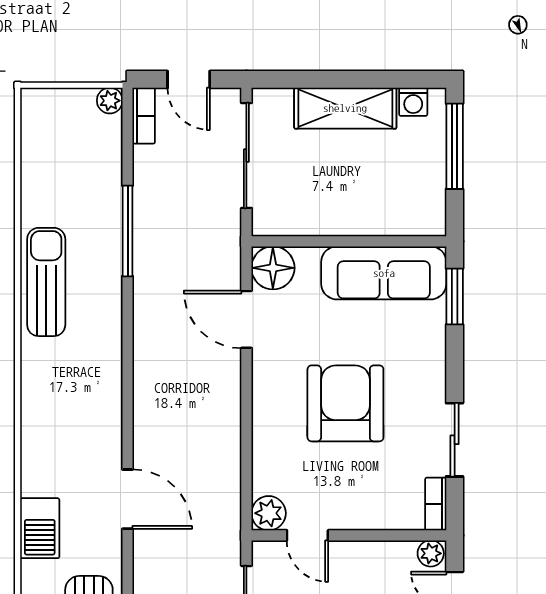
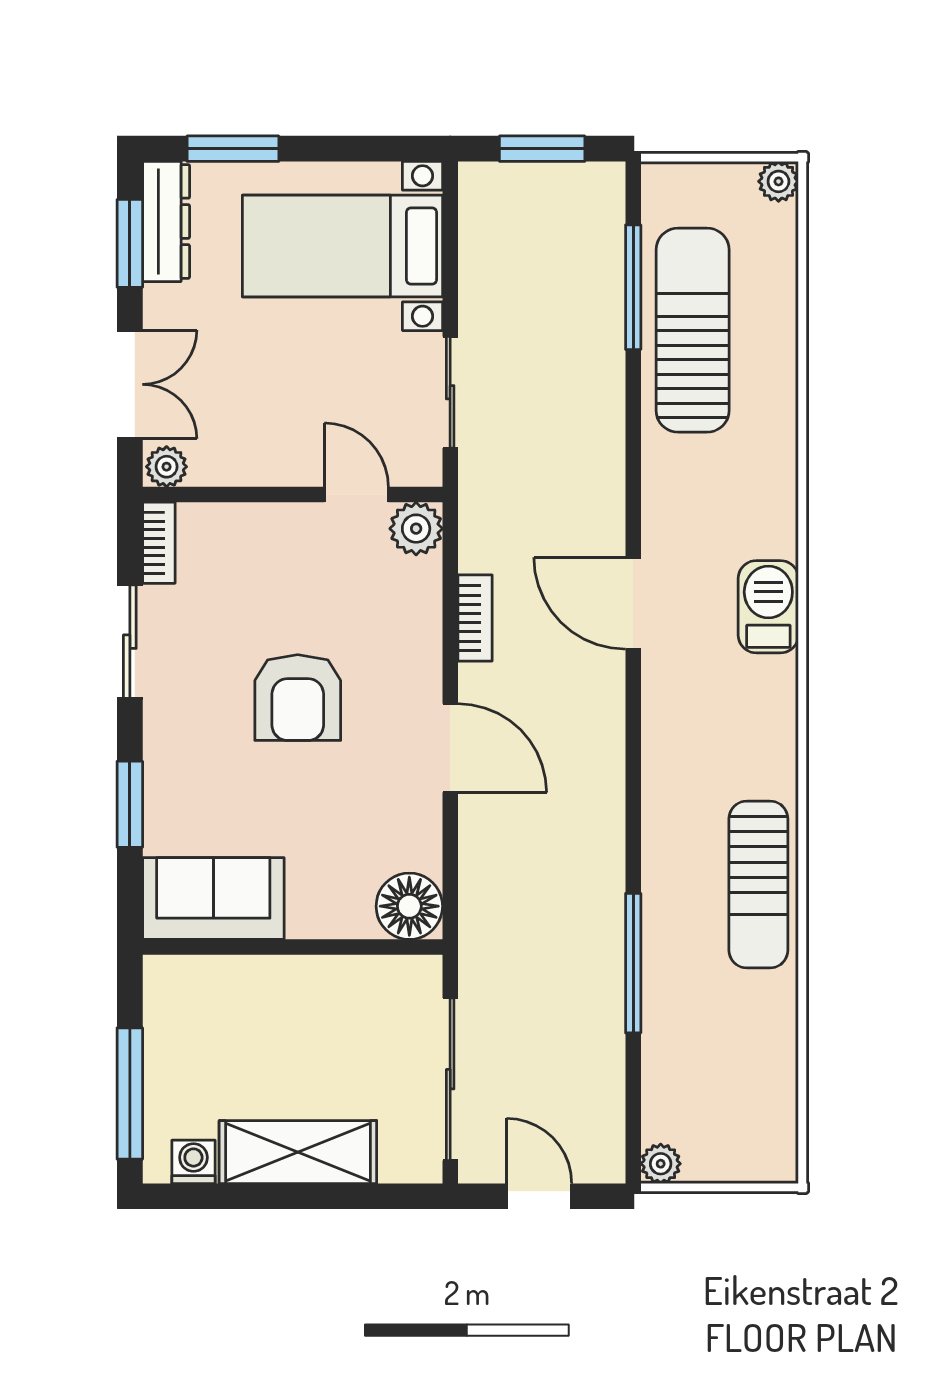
bookcase: (144, 116) -> (475, 618), moved, turned 180
sofa: (384, 273) -> (213, 899), width x0.73
window: (455, 296) -> (130, 804), moved
door: (246, 319) -> (450, 748), moved
armchair: (345, 403) -> (298, 698), width x0.73, depth x0.73
door: (128, 499) -> (633, 603), moved
barbecue: (40, 528) -> (768, 607), moved

